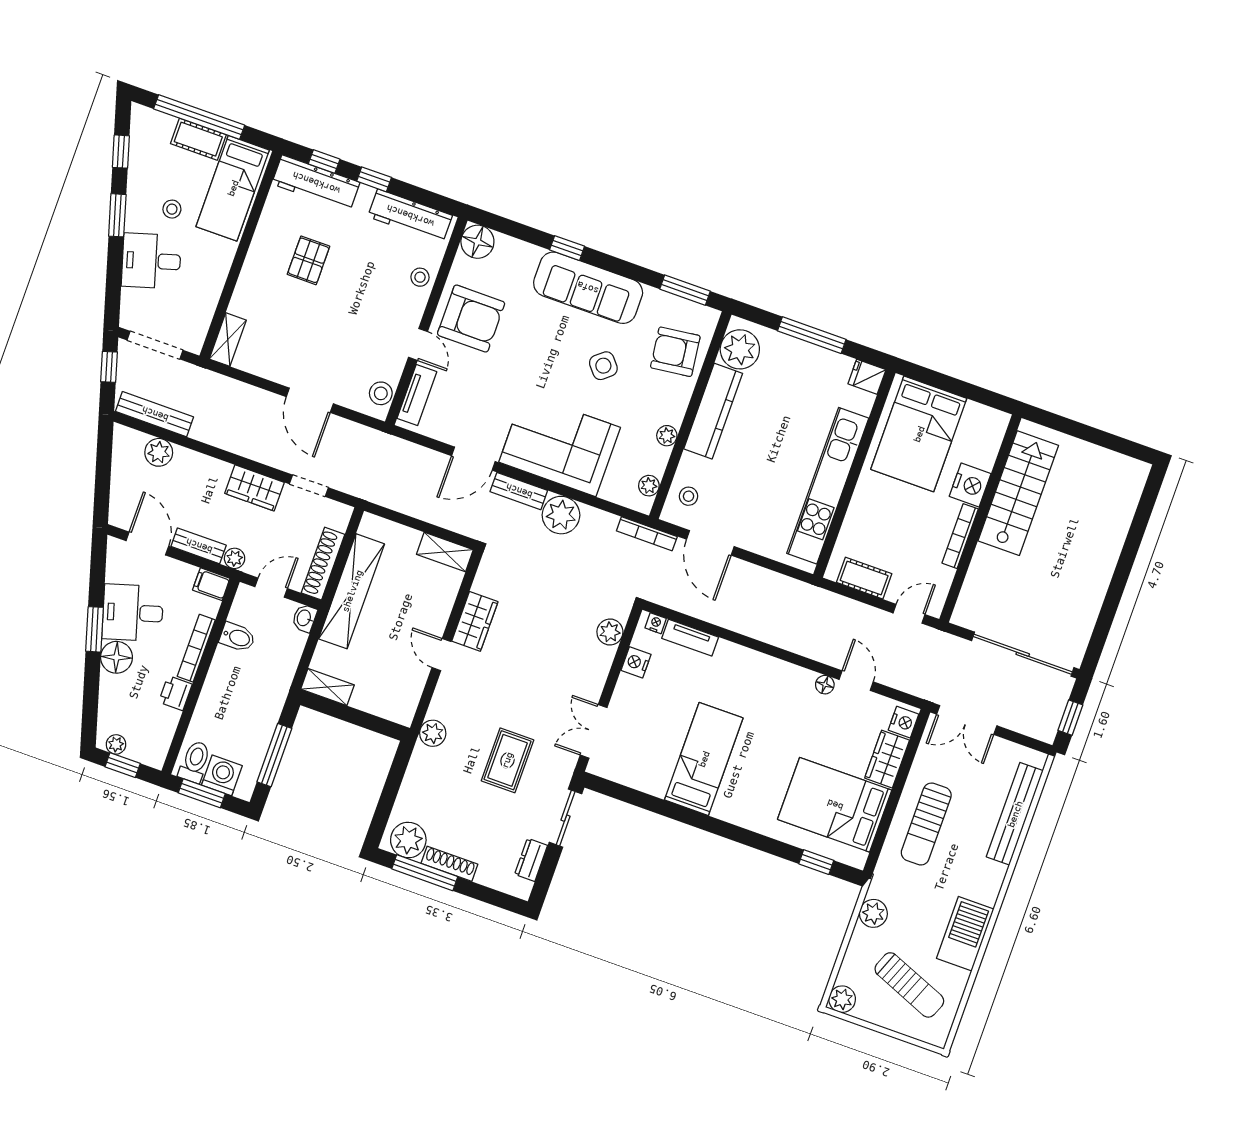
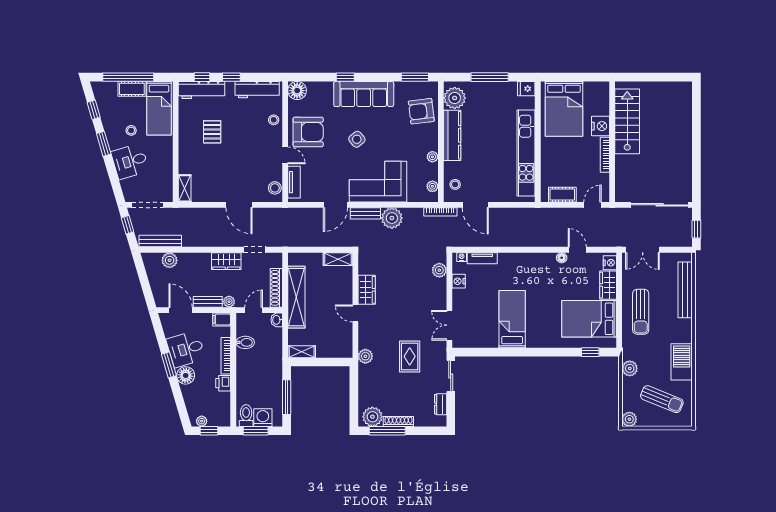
side table: (603, 366) -> (357, 139), moved

